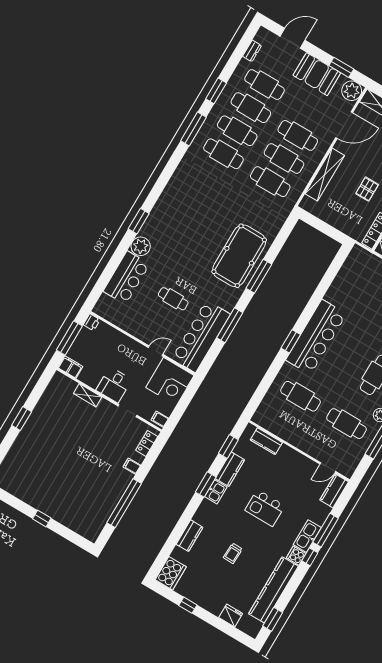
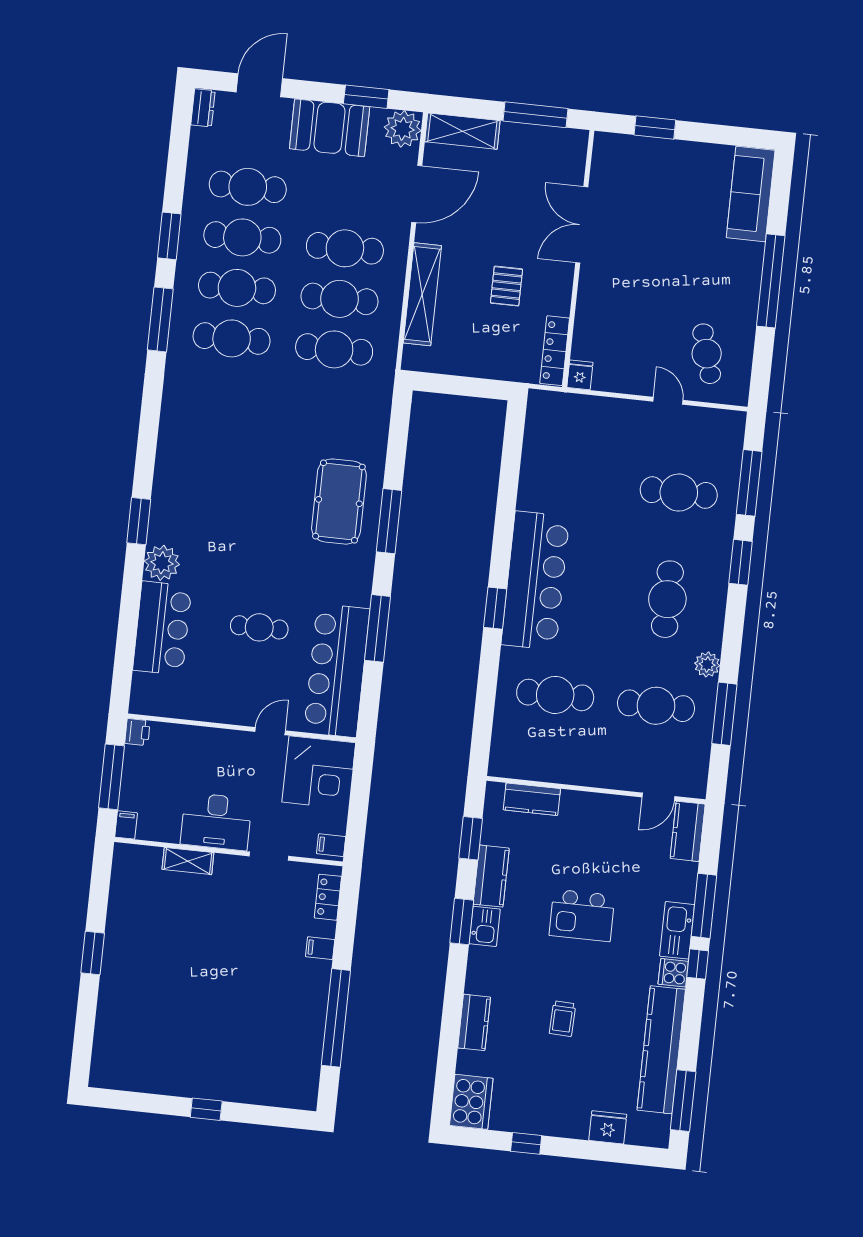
dresser: (252, 51) -> (203, 108), moved
pool table: (239, 256) -> (339, 502), width x0.73, depth x0.76
filing cabinet: (70, 367) -> (126, 825), width x0.50
desk: (114, 385) -> (216, 821), width x1.37
window: (273, 619) -> (683, 1101), width x1.44

